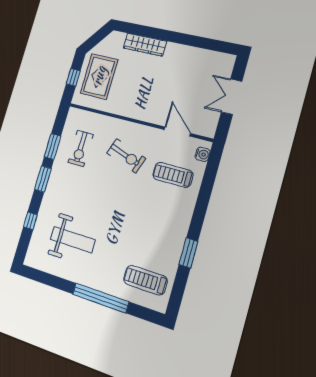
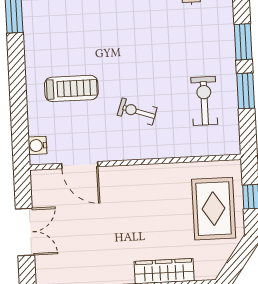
exercise bike: (126, 156) -> (137, 111), width x0.73, depth x0.72
treadmill: (173, 175) -> (71, 88), moved

